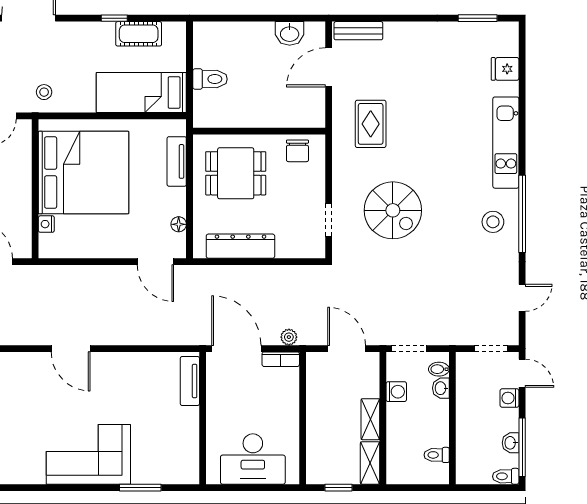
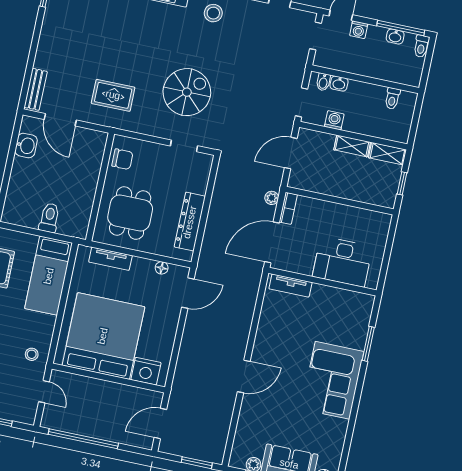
nightstand: (46, 224) -> (146, 371), width x1.89, depth x1.79
desk: (253, 459) -> (342, 262), moved, turned 90

